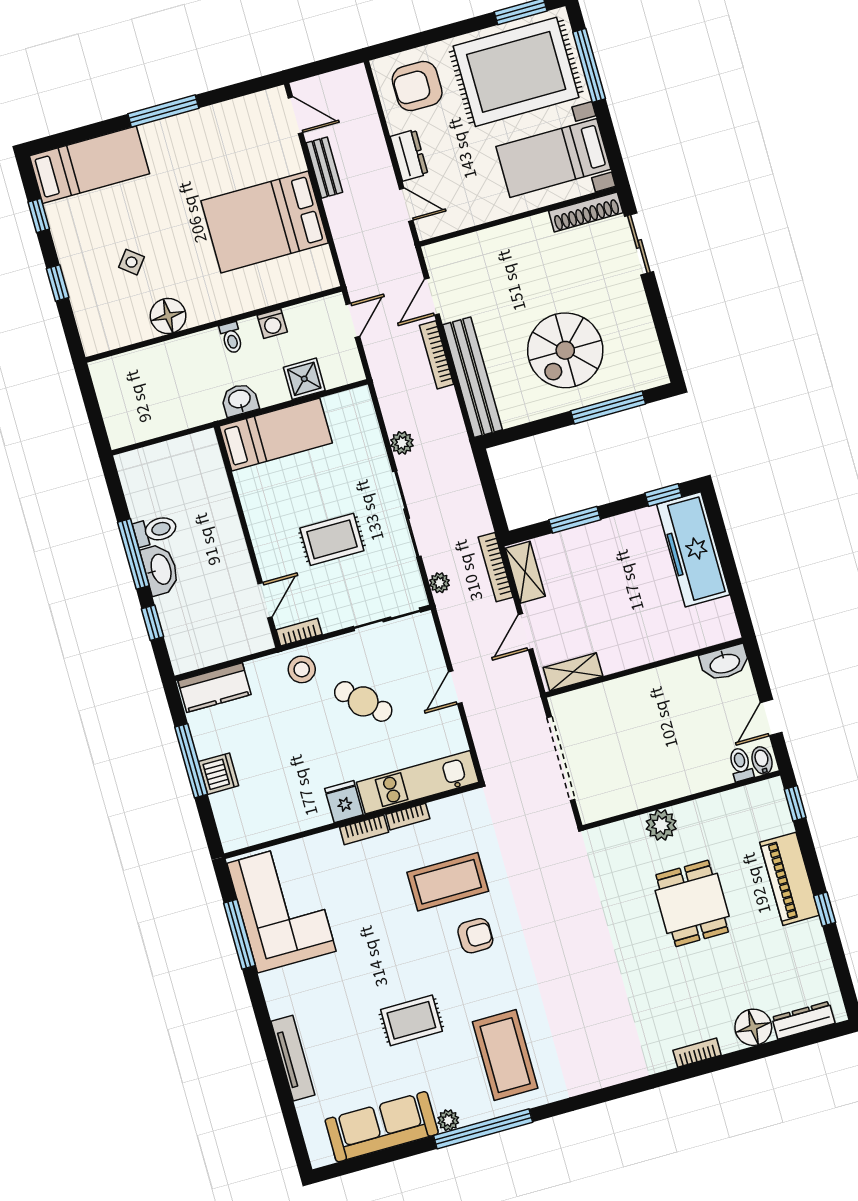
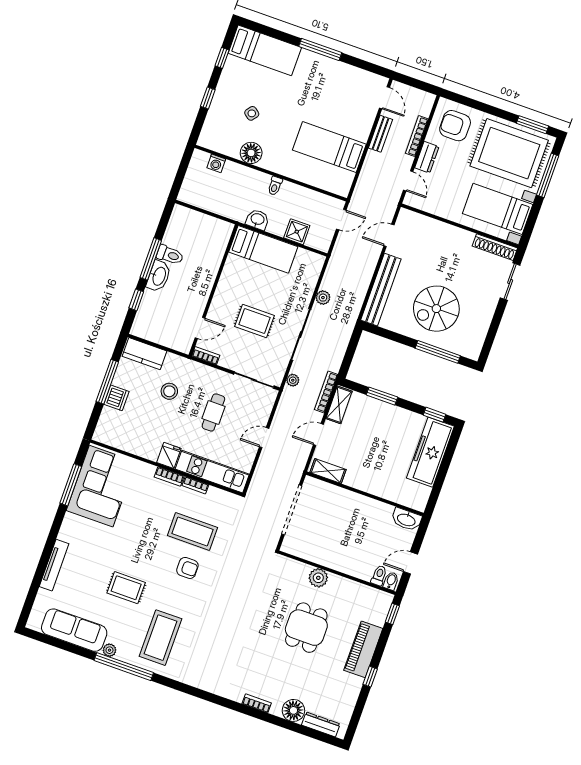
bed: (265, 222) -> (329, 147), width x0.67
washing machine: (272, 324) -> (216, 163), moved
bookcase: (437, 355) -> (417, 136), moved
stool: (302, 669) -> (169, 391), moved
cafe table: (363, 701) -> (213, 412), turned 47

